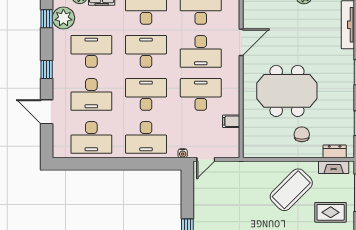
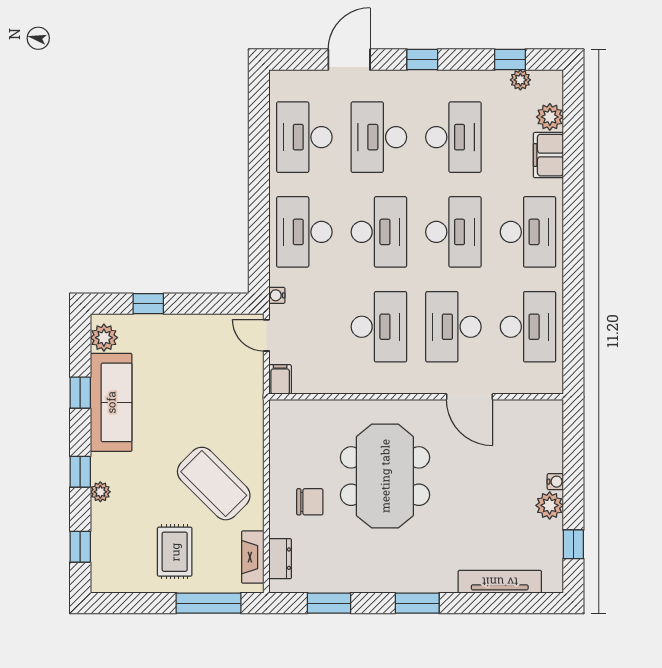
plant: (63, 18) -> (520, 80), width x0.53, depth x0.53
filing cabinet: (231, 121) -> (280, 379), moved

